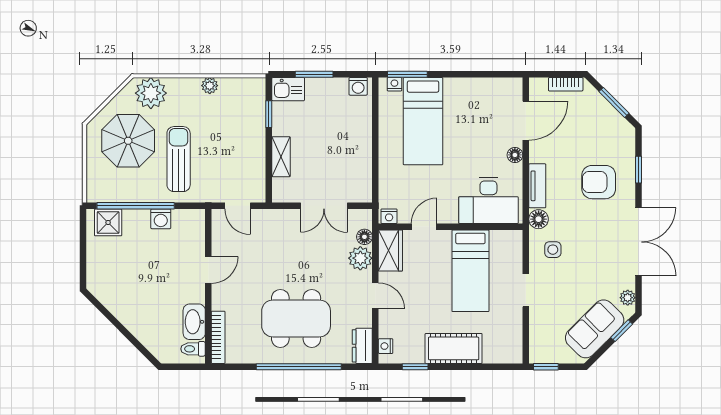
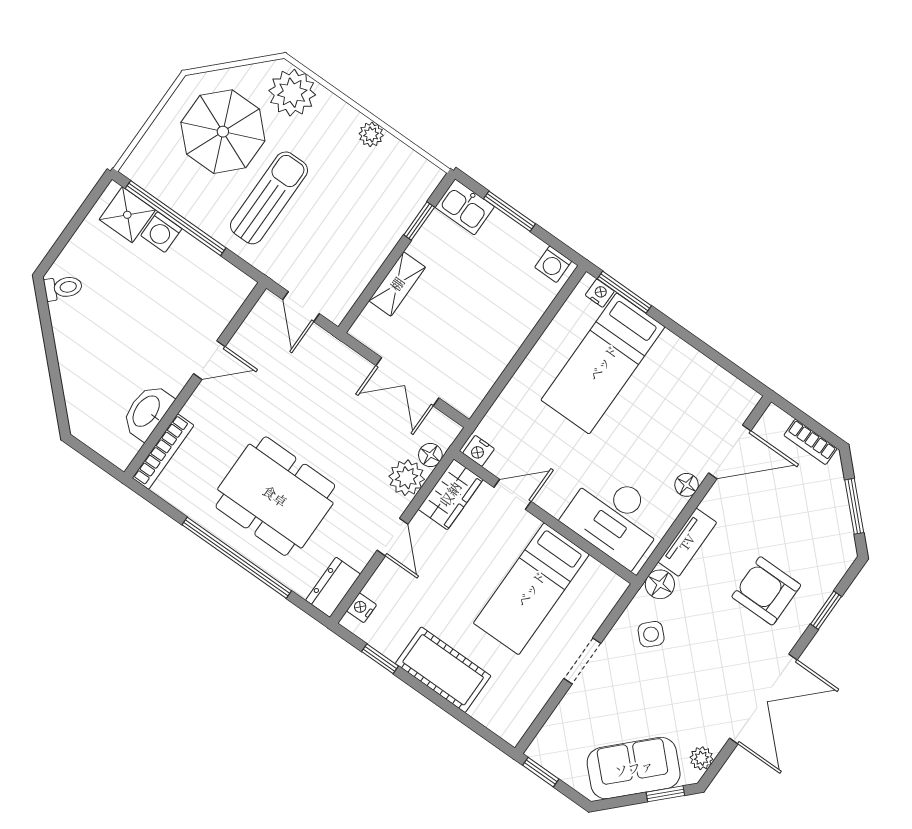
washing machine: (161, 219) -> (161, 232), moved
side table: (553, 250) -> (651, 634), turned 45
toilet: (193, 349) -> (63, 288), moved, turned 135

